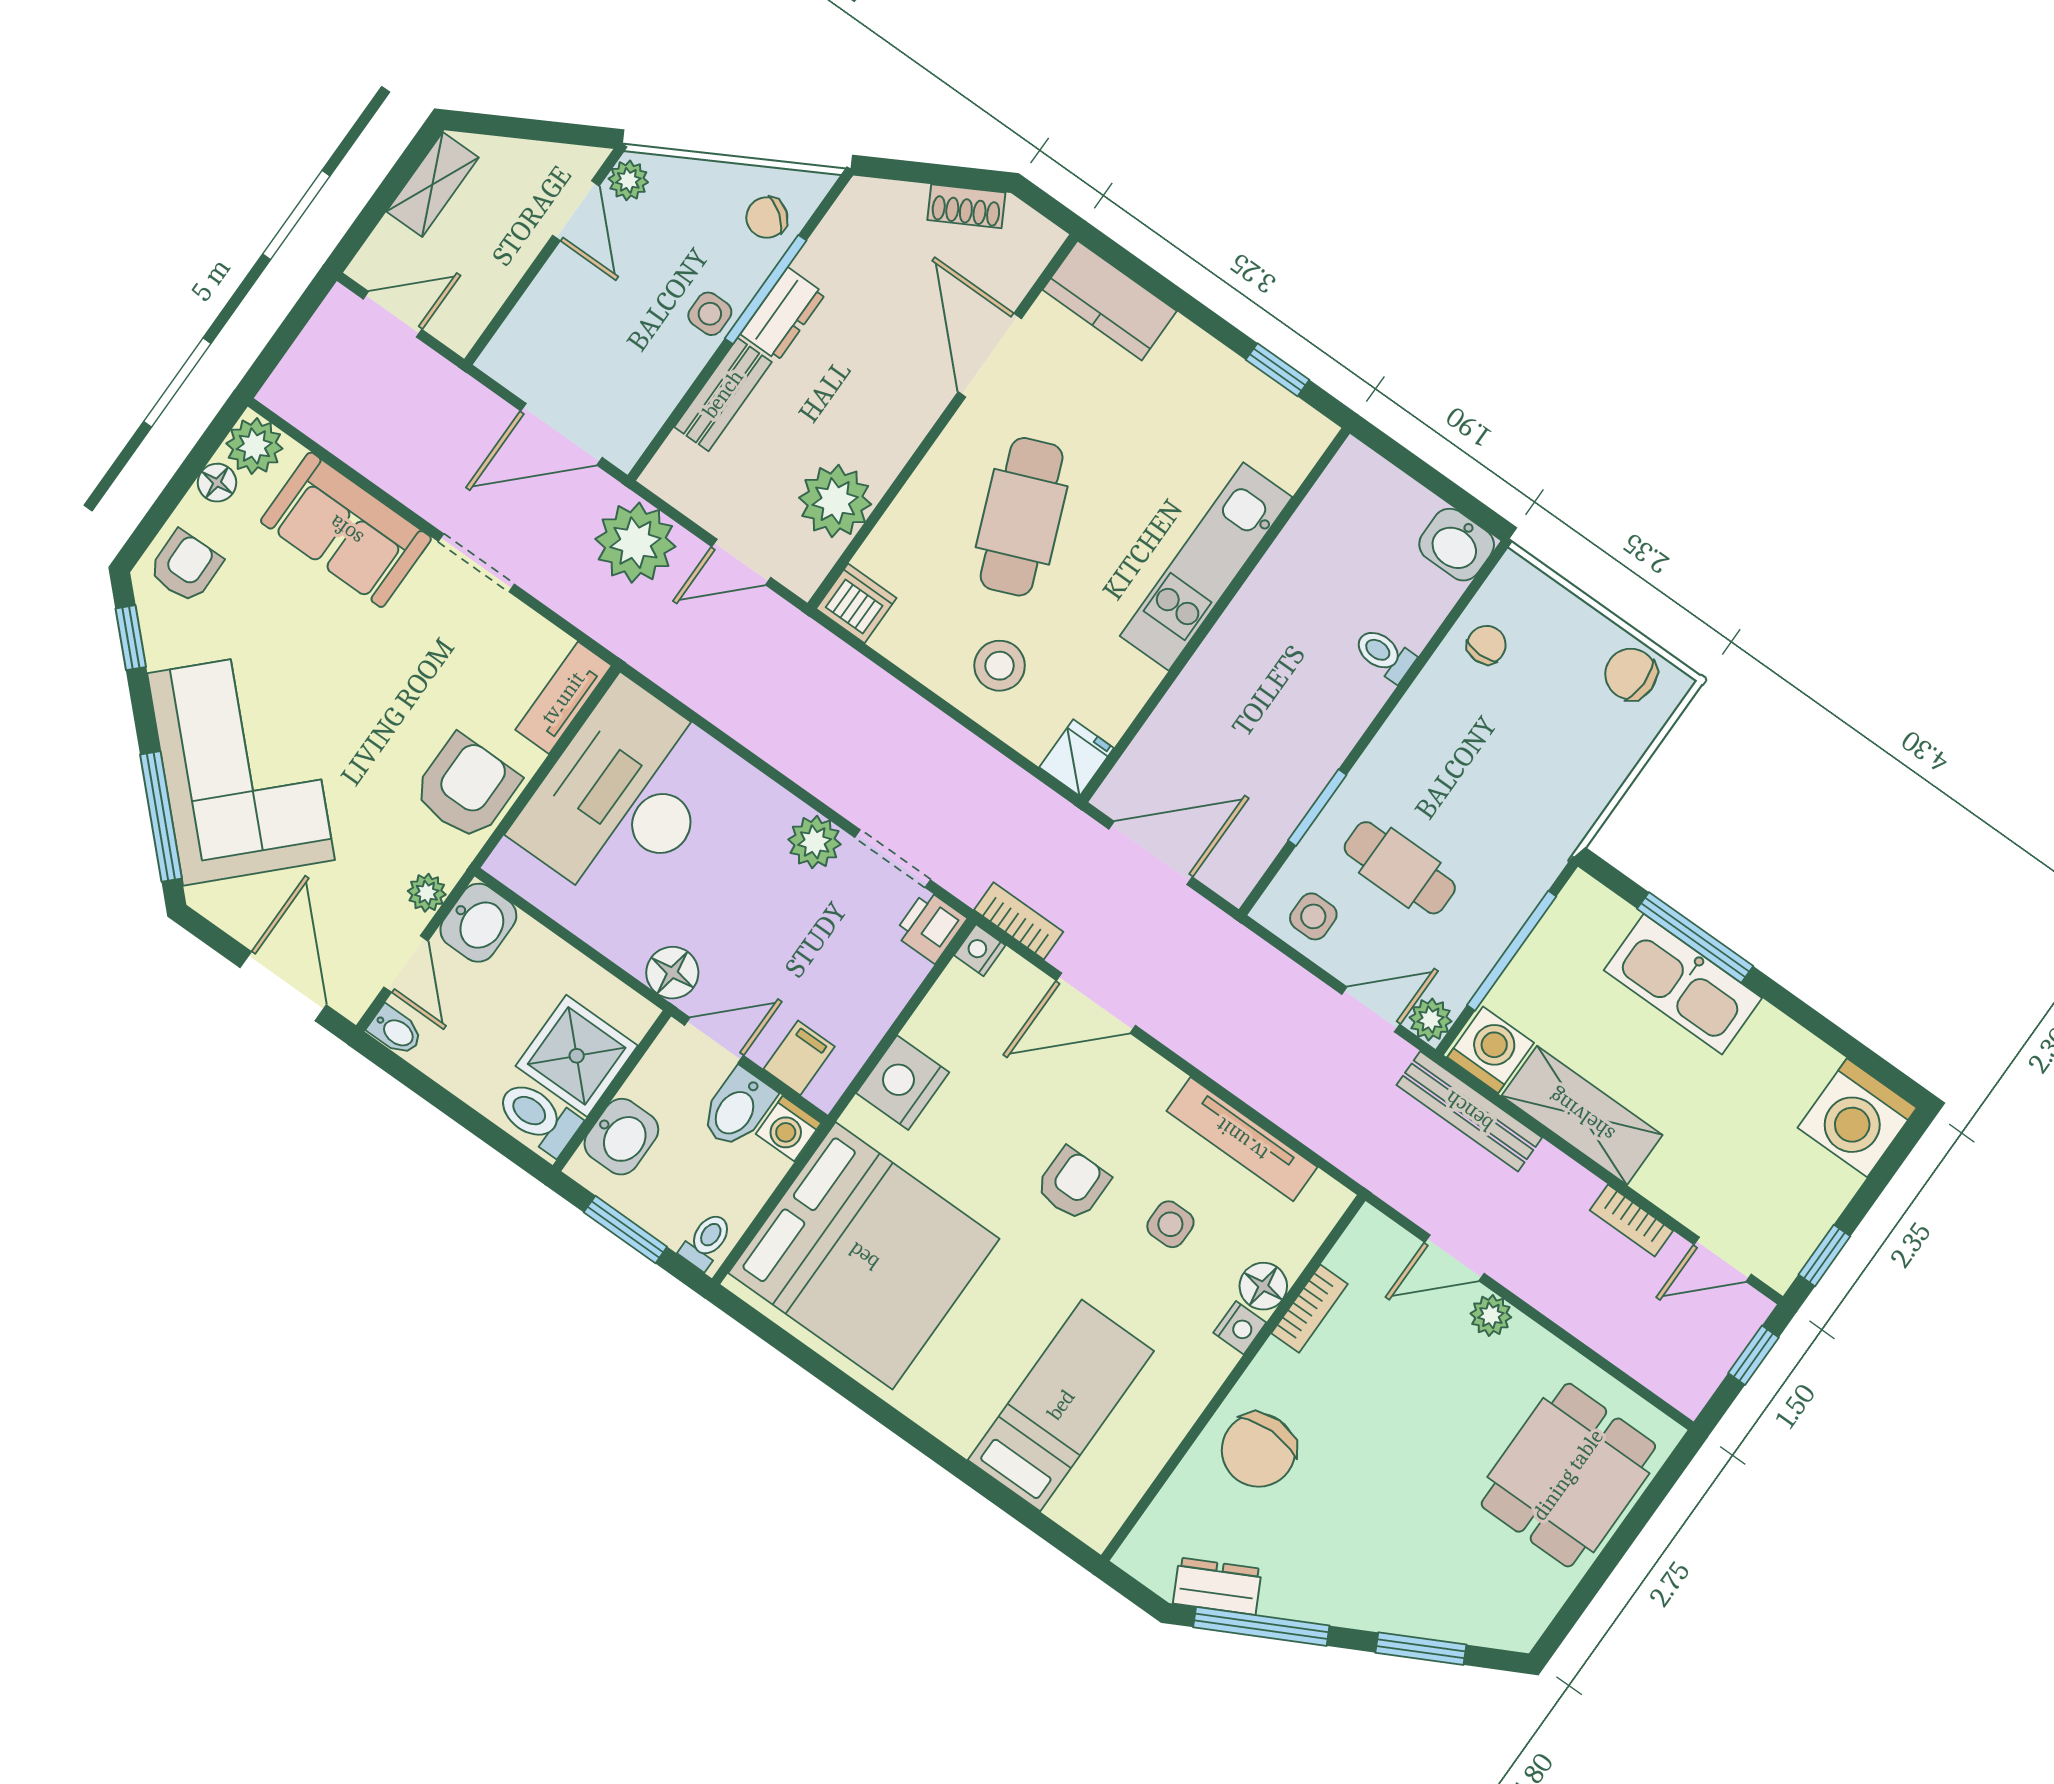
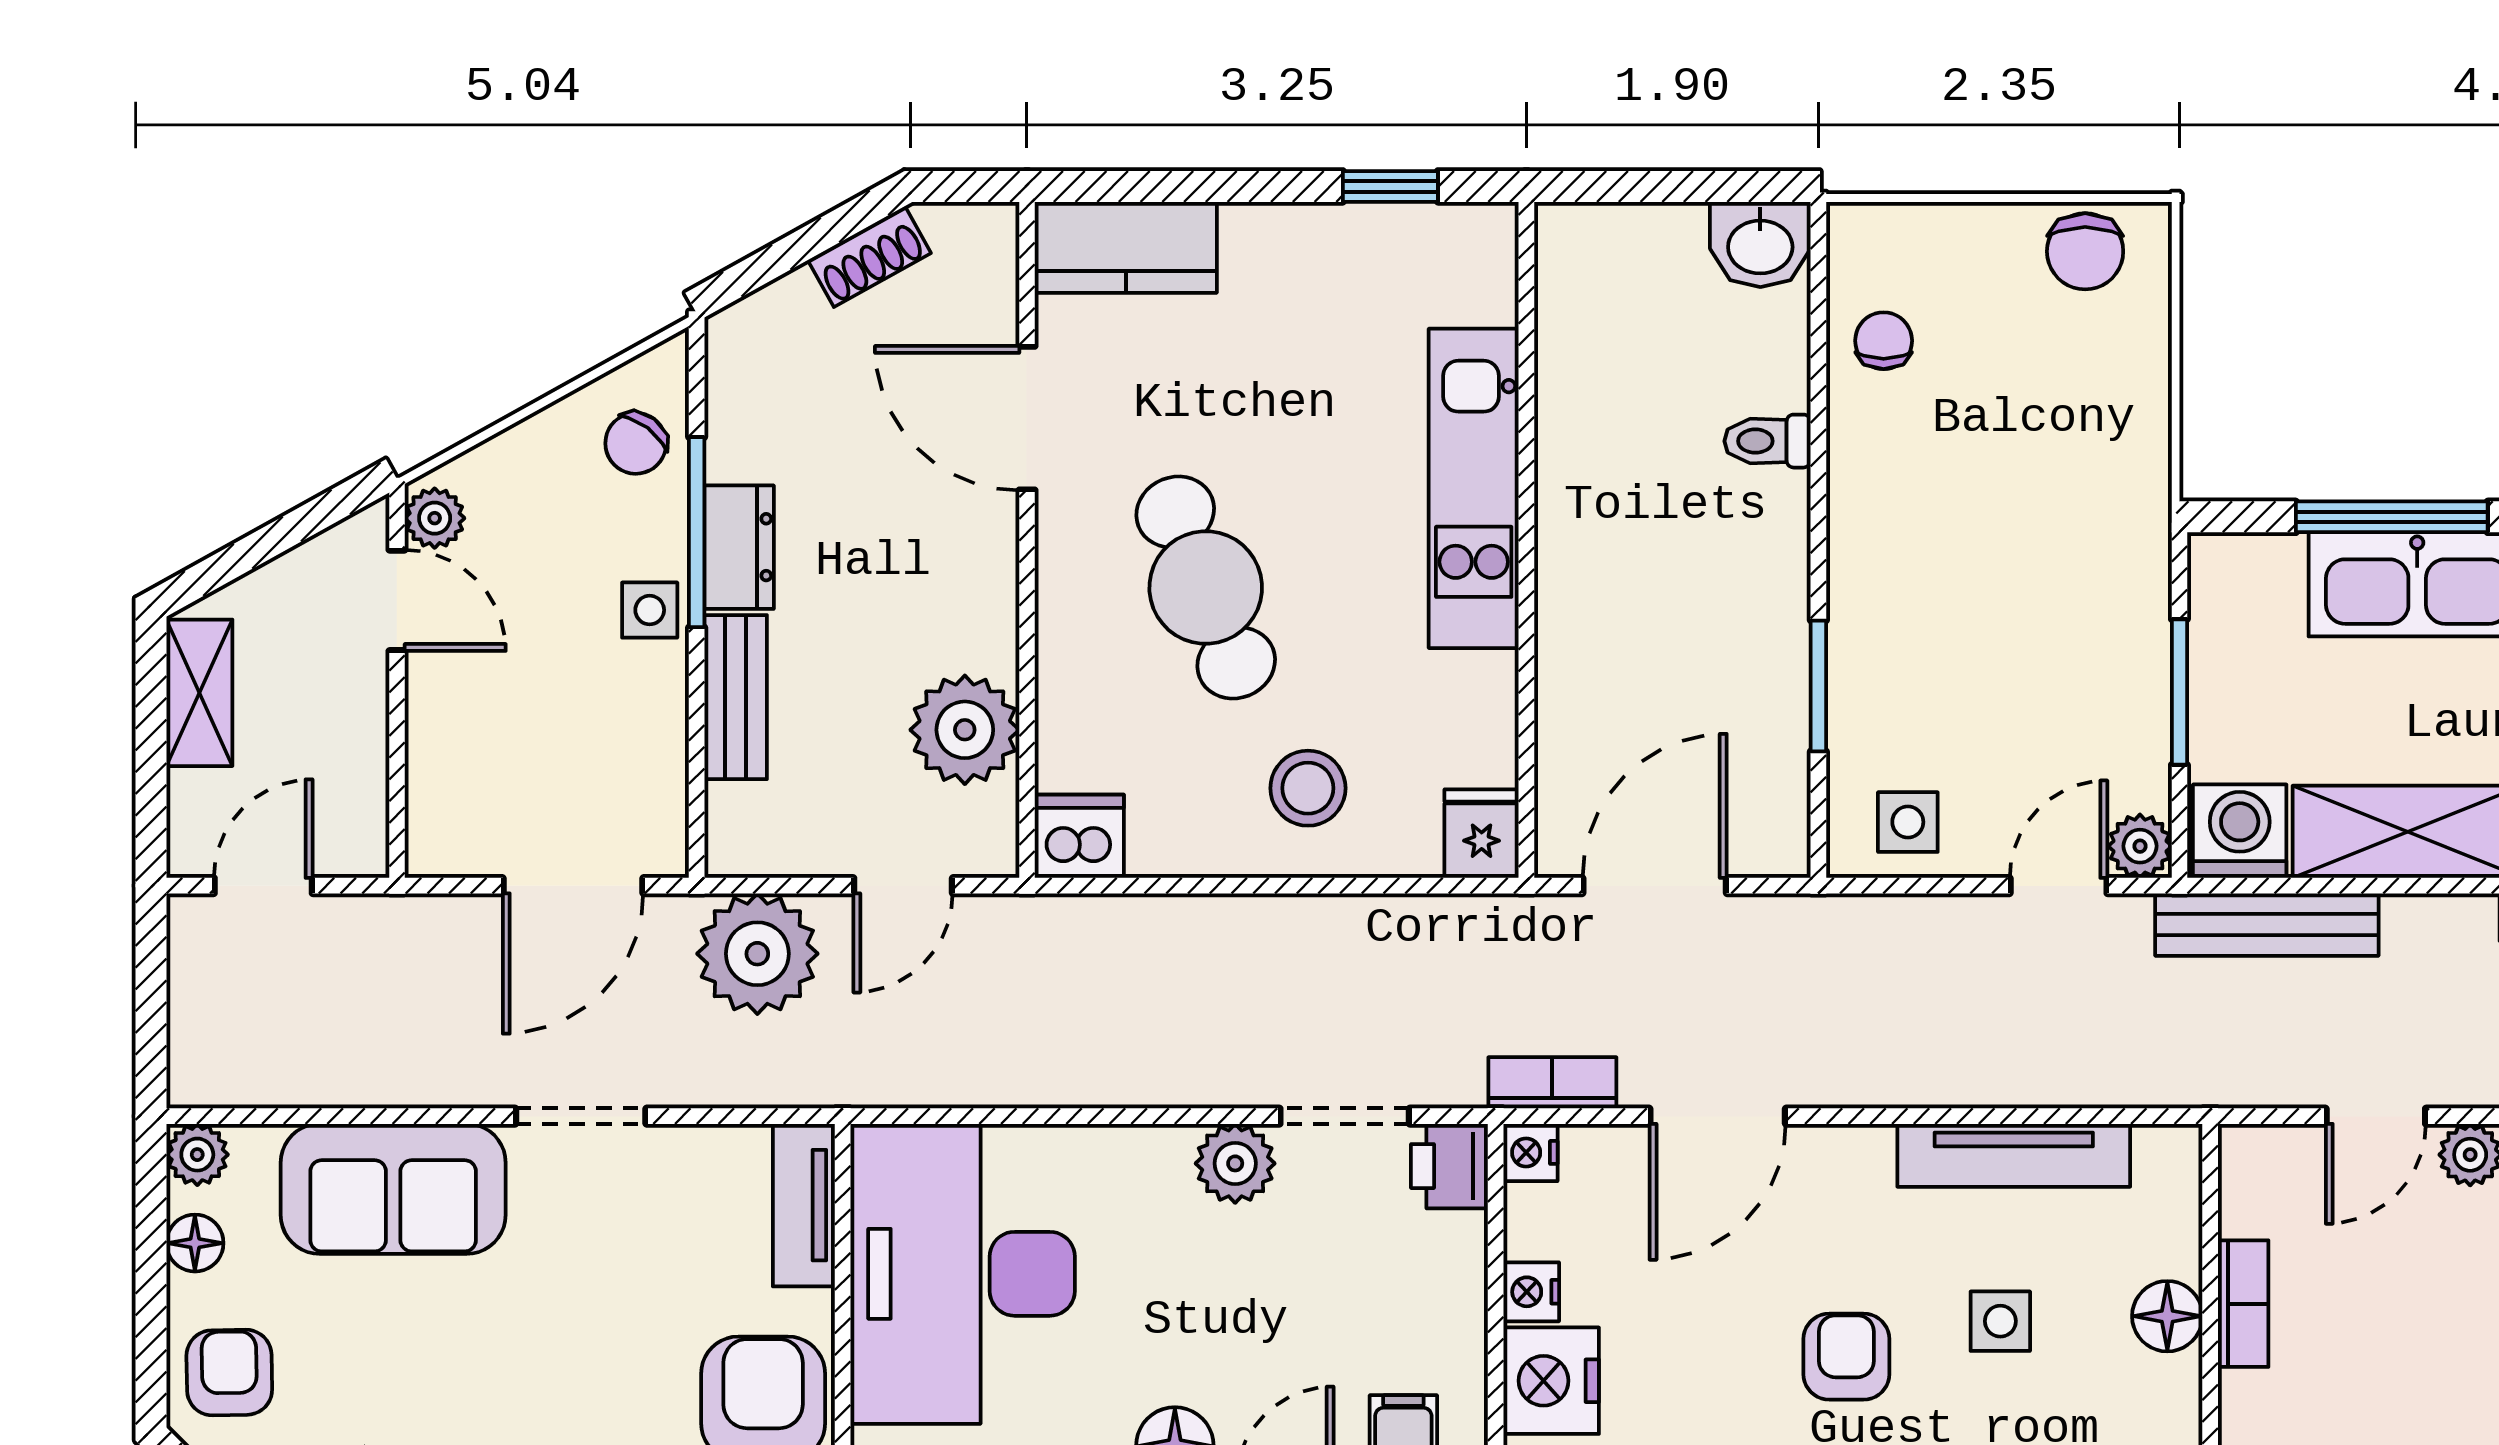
plant: (254, 446) -> (197, 1155), width x0.73, depth x0.73
chair: (1631, 674) -> (2085, 251), turned -90
cafe table: (1400, 868) -> (1971, 688), removed
window: (1512, 951) -> (2179, 692), width x0.69
nightstand: (1240, 1328) -> (1531, 1292), moved, turned 180

